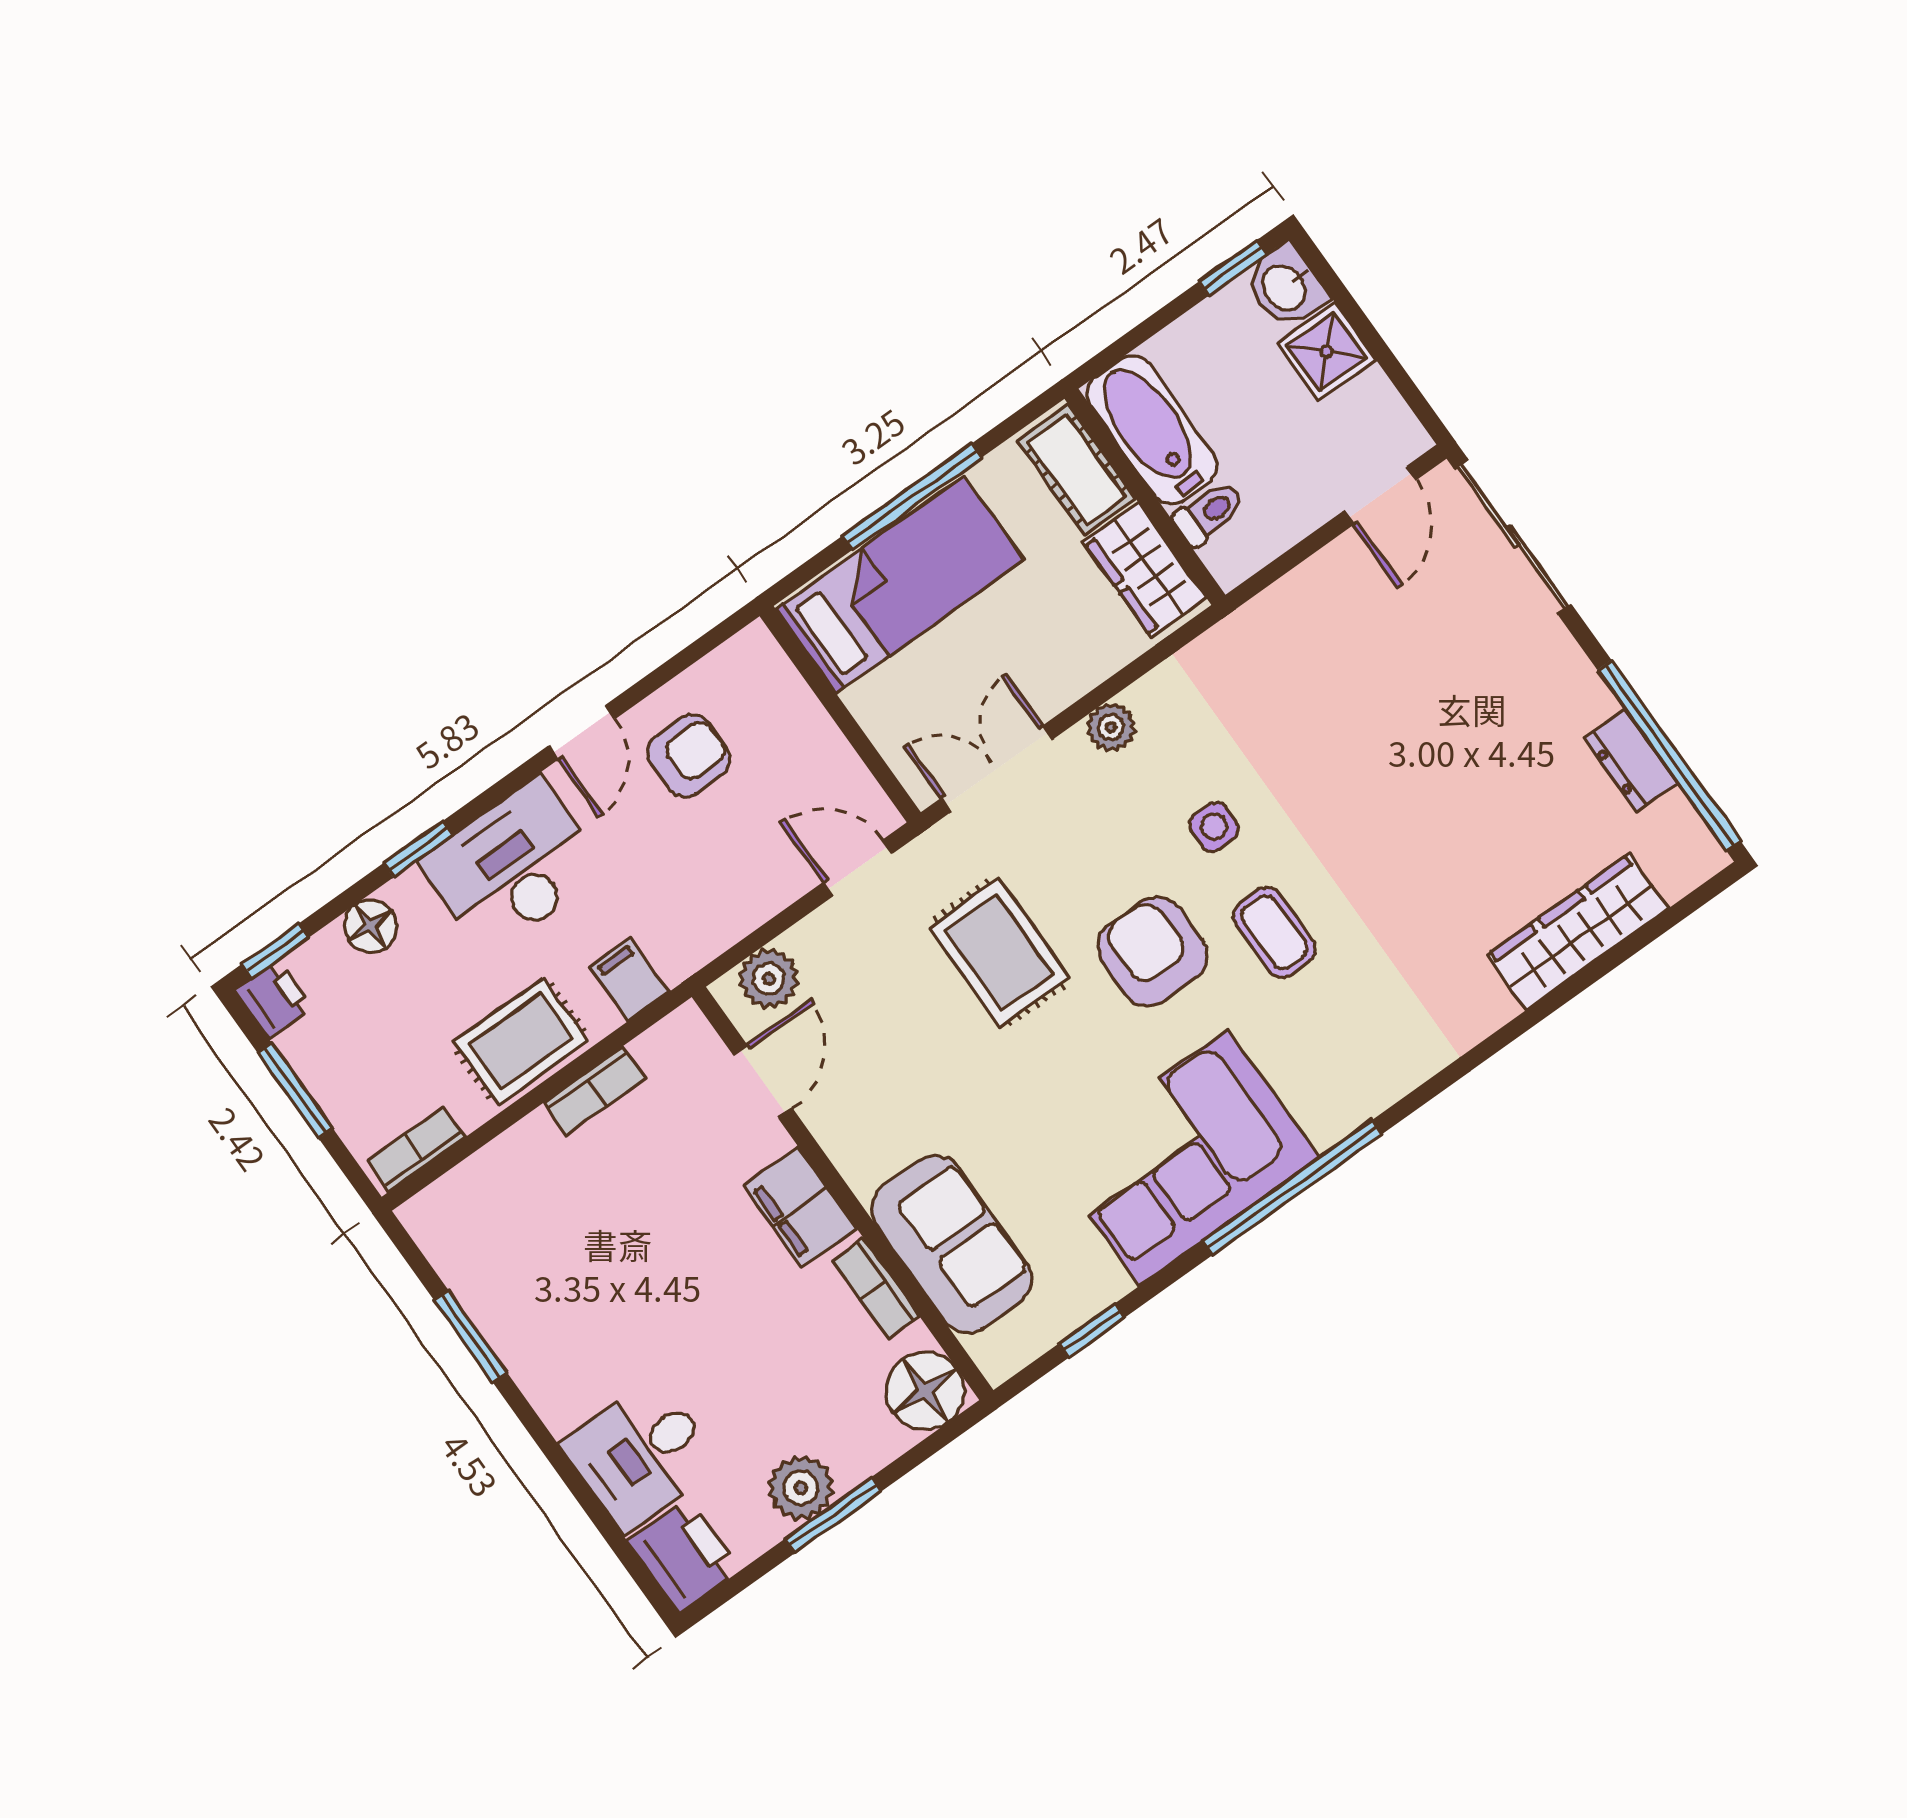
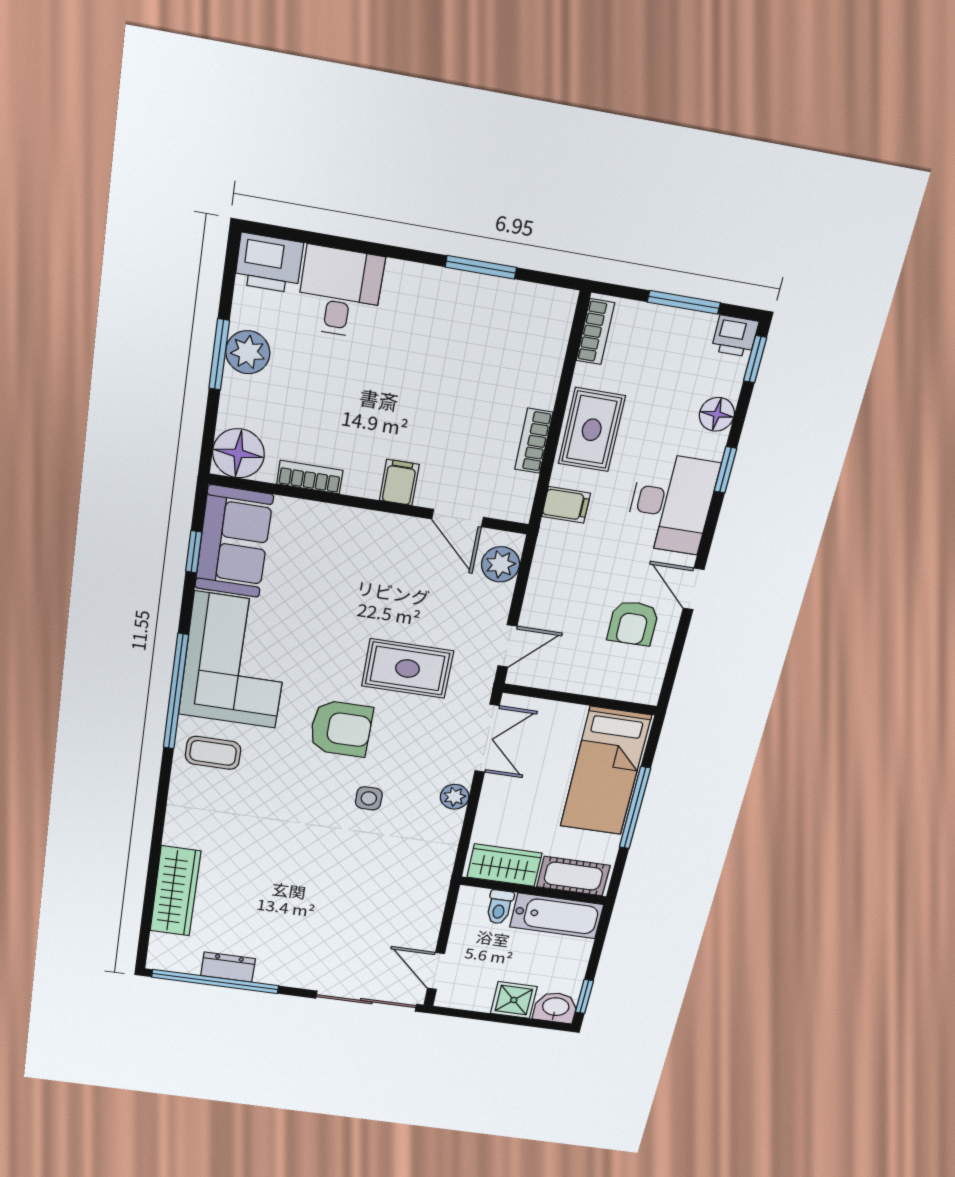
coffee table: (1274, 932) -> (213, 753), moved
filing cabinet: (800, 1207) -> (399, 482), width x0.50
sofa: (951, 1244) -> (234, 542), moved, turned -90

